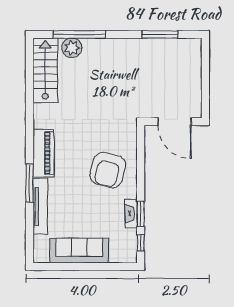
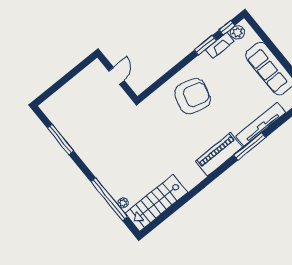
plant: (72, 48) -> (123, 203), width x0.53, depth x0.53
door: (175, 122) -> (116, 76), width x0.53
fireplace: (131, 214) -> (220, 45), moved
plant: (130, 248) -> (237, 32), added

